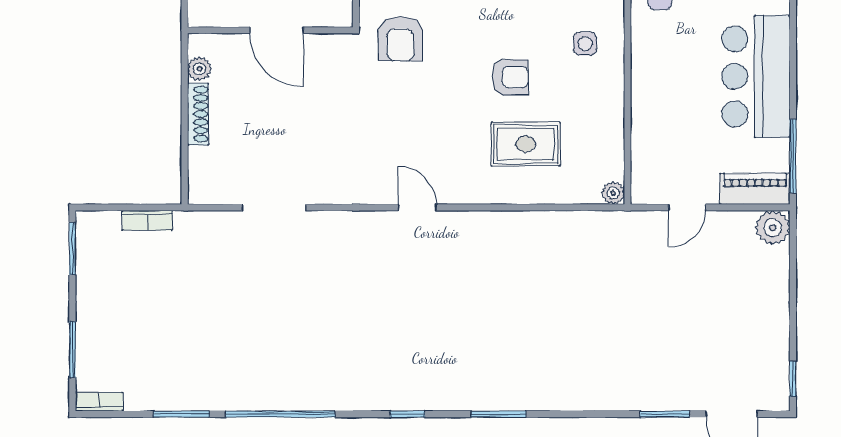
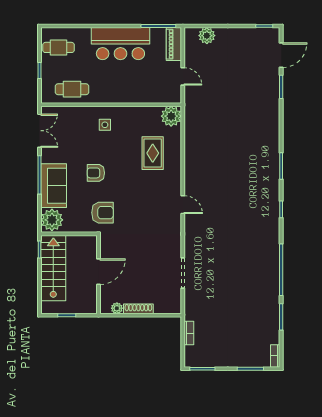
armchair: (510, 77) -> (96, 173), moved, turned -90
plant: (613, 193) -> (171, 116), width x1.88, depth x1.88
door: (417, 207) -> (183, 205), swing flipped
plant: (773, 228) -> (207, 36), moved

